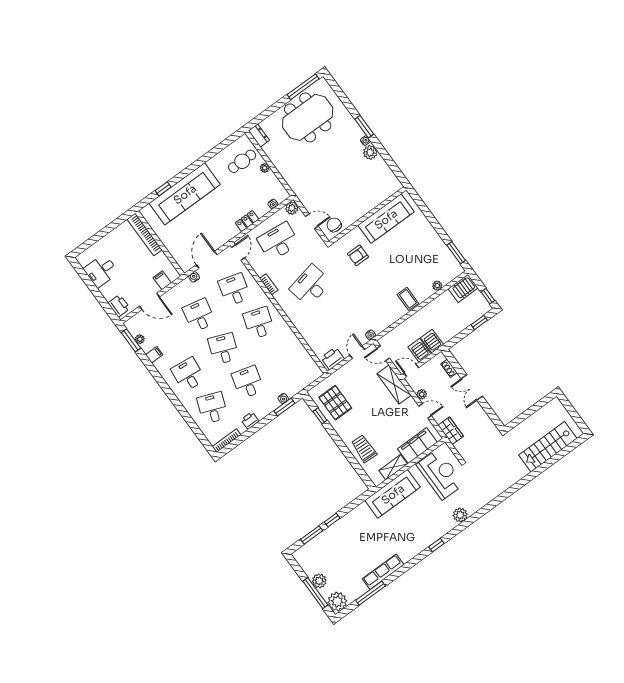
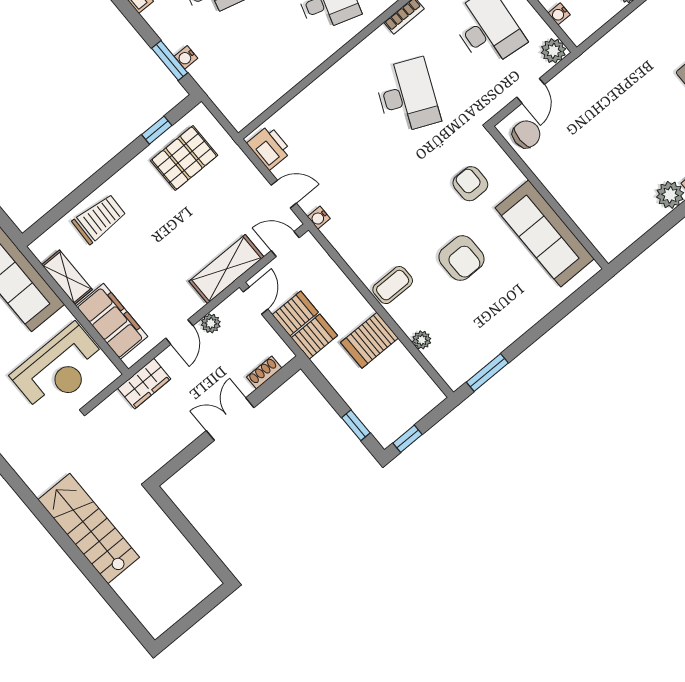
armchair: (396, 262) -> (461, 258), added
desk: (310, 285) -> (407, 96), turned 36
server rack: (463, 288) -> (369, 340), moved, turned -90
door: (383, 353) -> (285, 244), hinge flipped
stairs: (548, 447) -> (89, 529), moved

